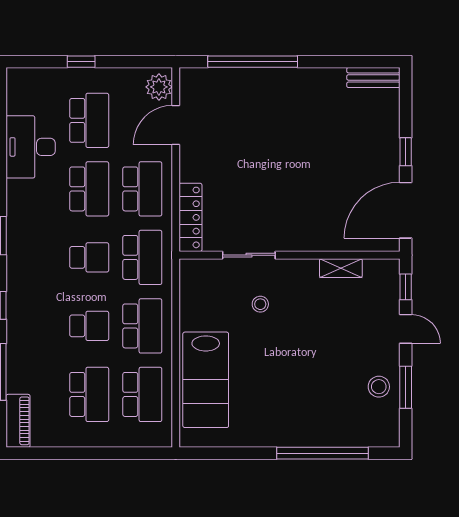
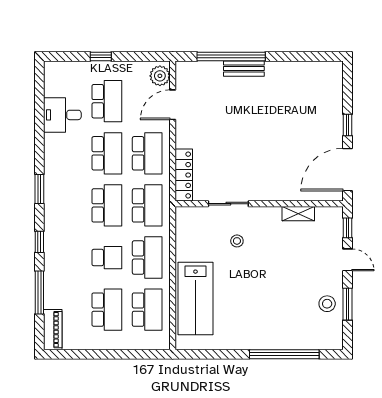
bench: (373, 77) -> (244, 69), moved
desk: (31, 147) -> (62, 115), width x0.73
school desk: (89, 257) -> (107, 205), width x1.85

